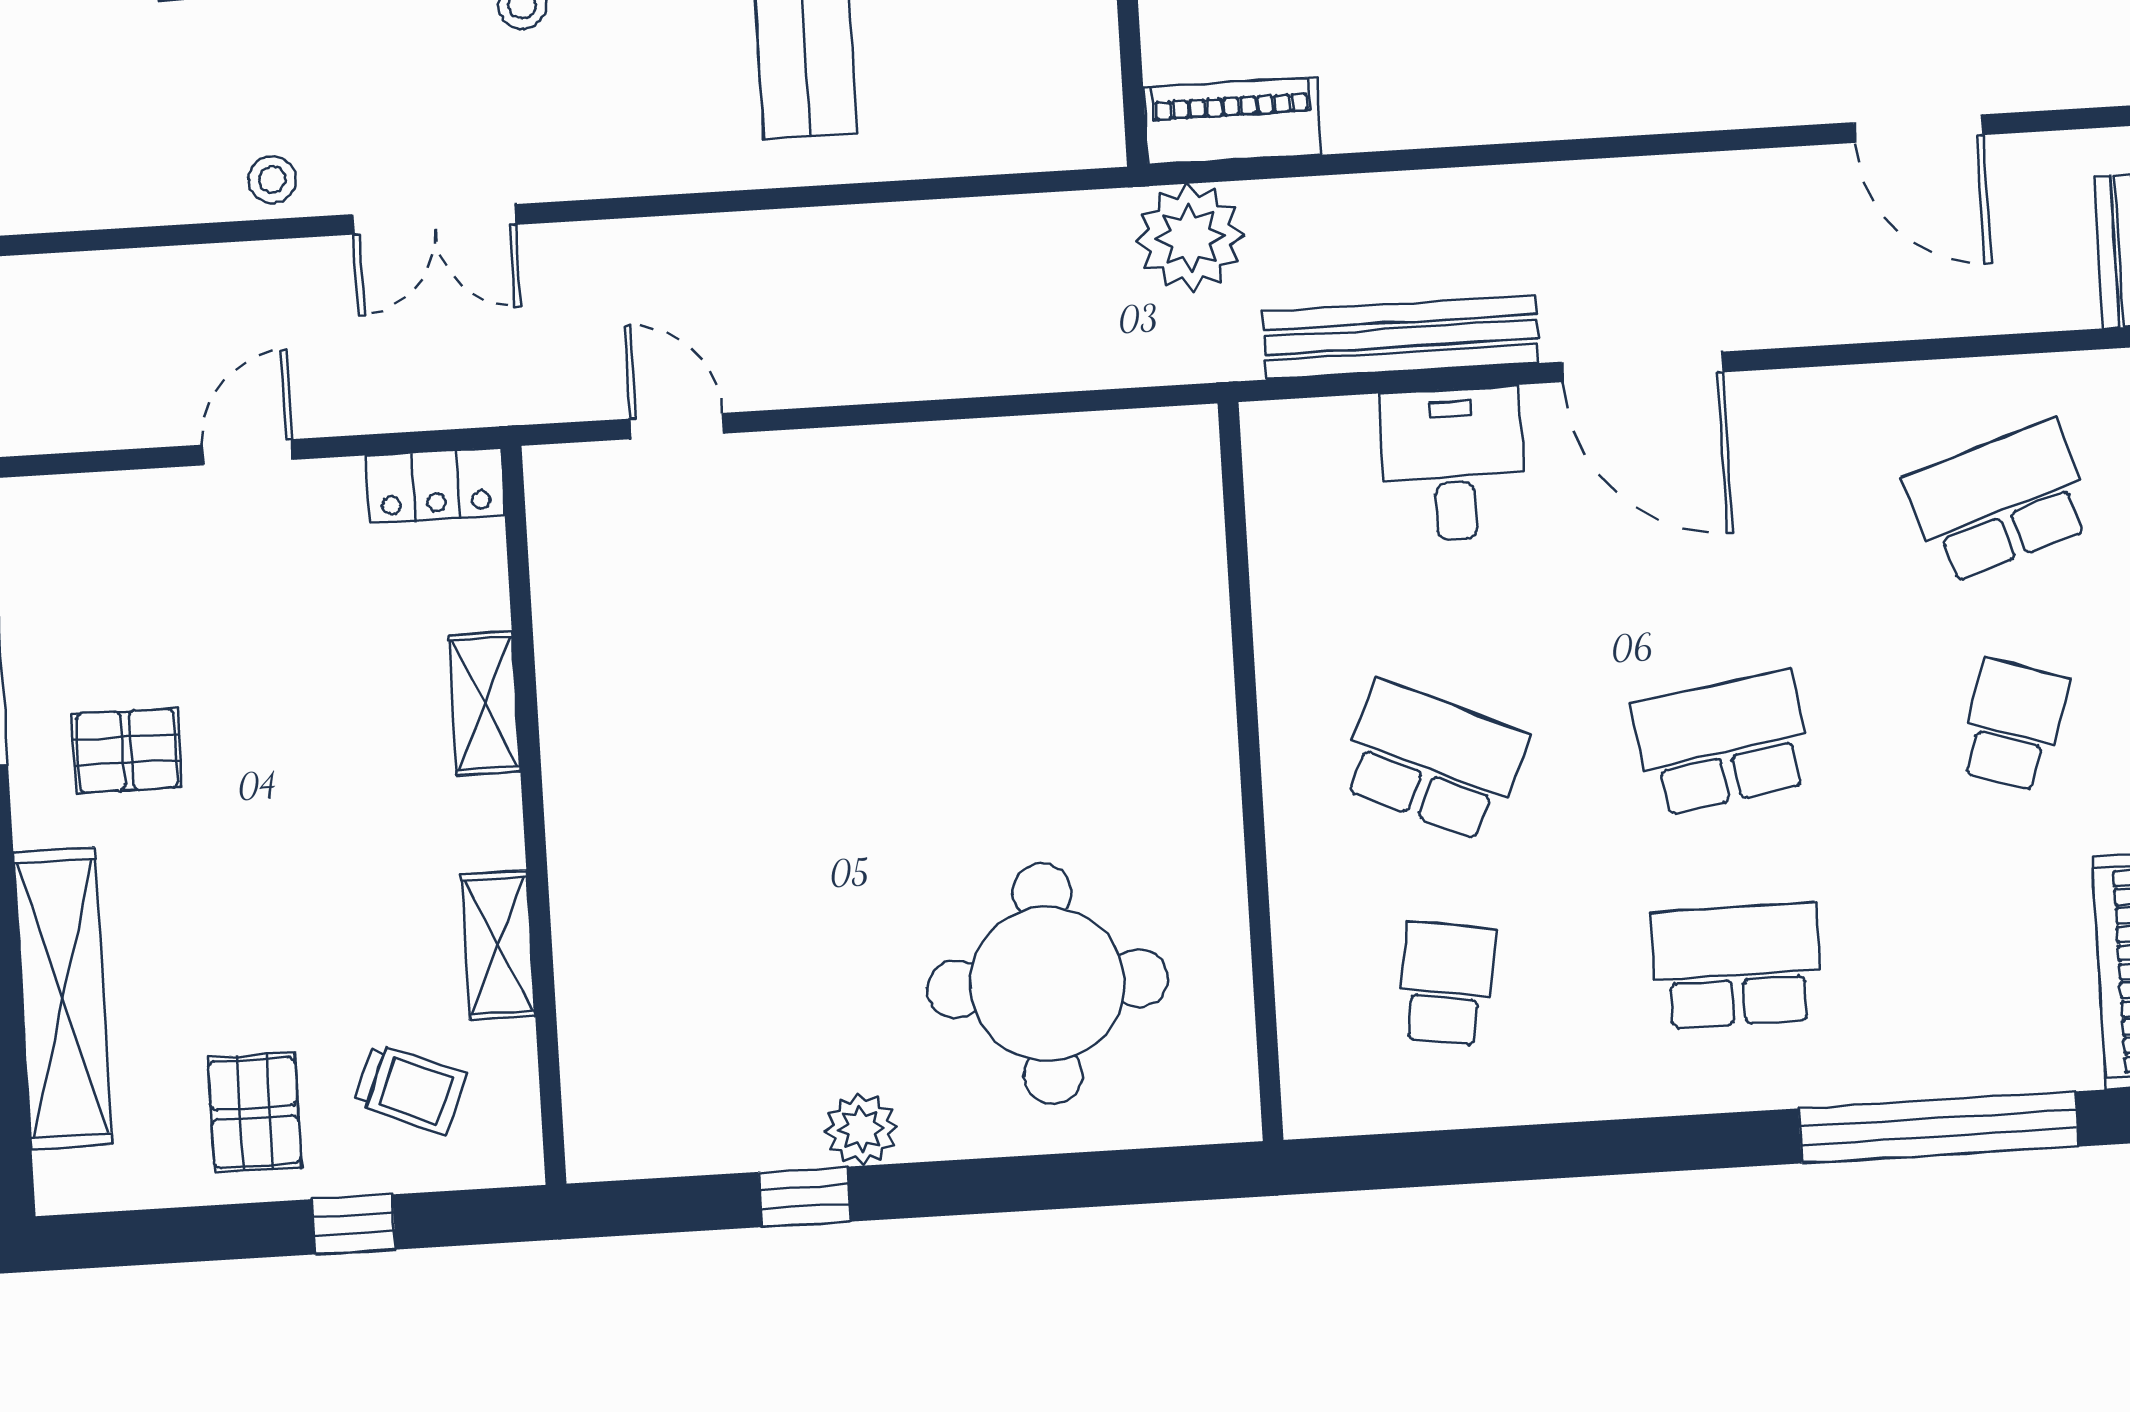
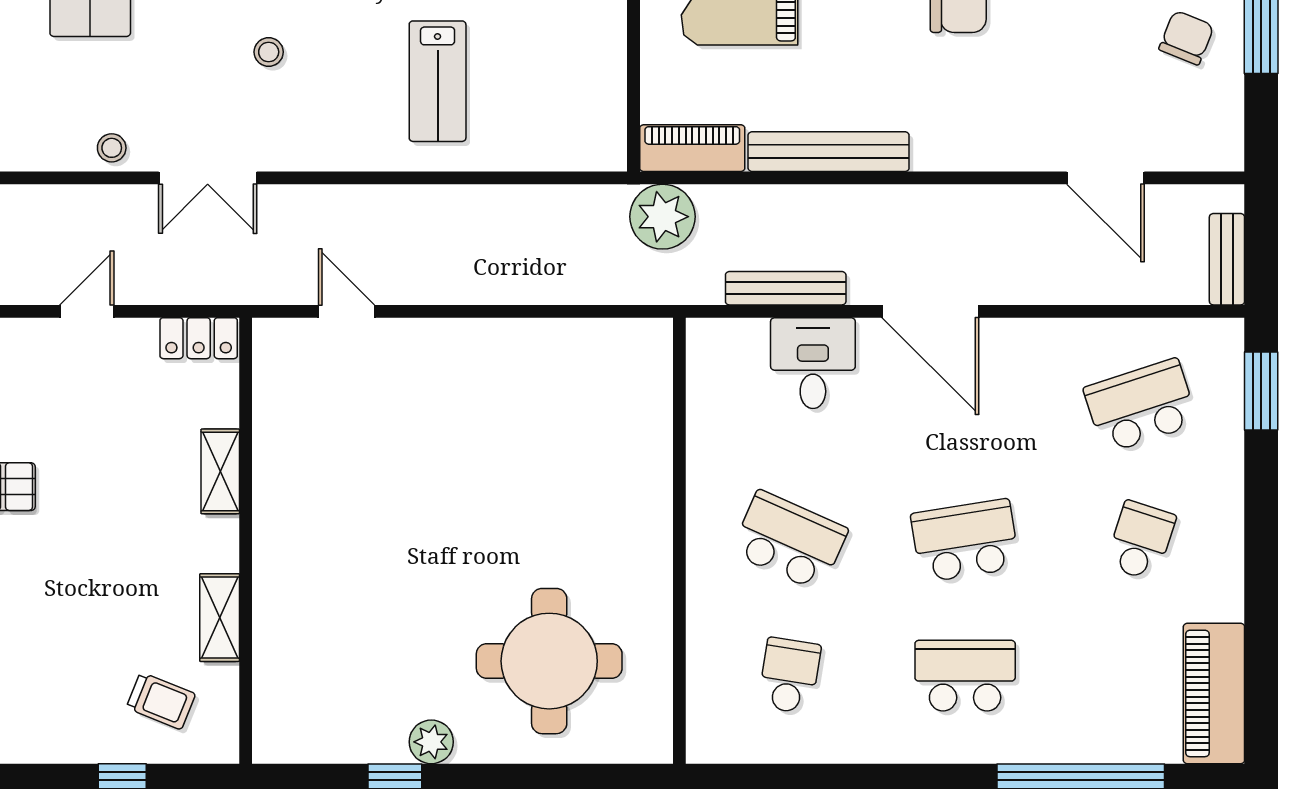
bench: (1458, 113) -> (829, 152), added
bench: (1401, 337) -> (786, 288), width x0.73, depth x0.82
pallet: (254, 1113) -> (66, 709), removed

